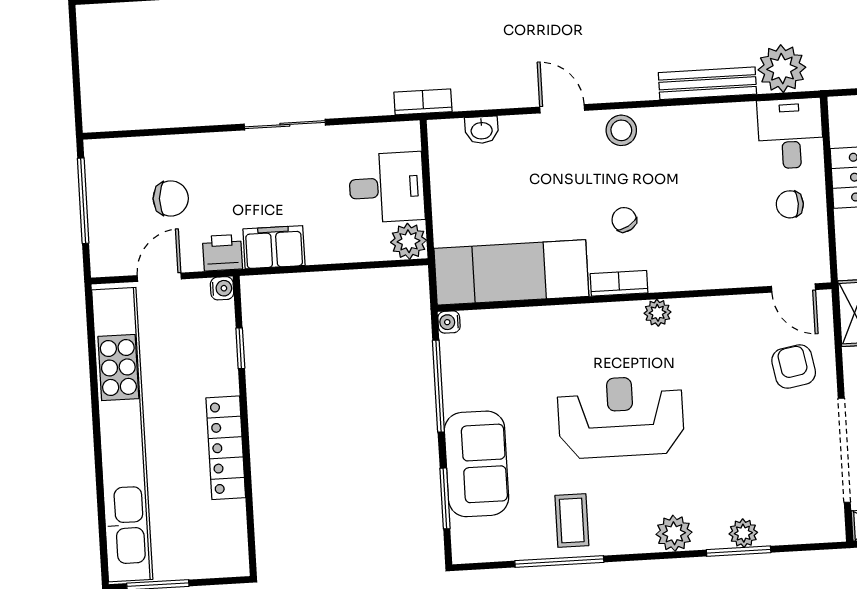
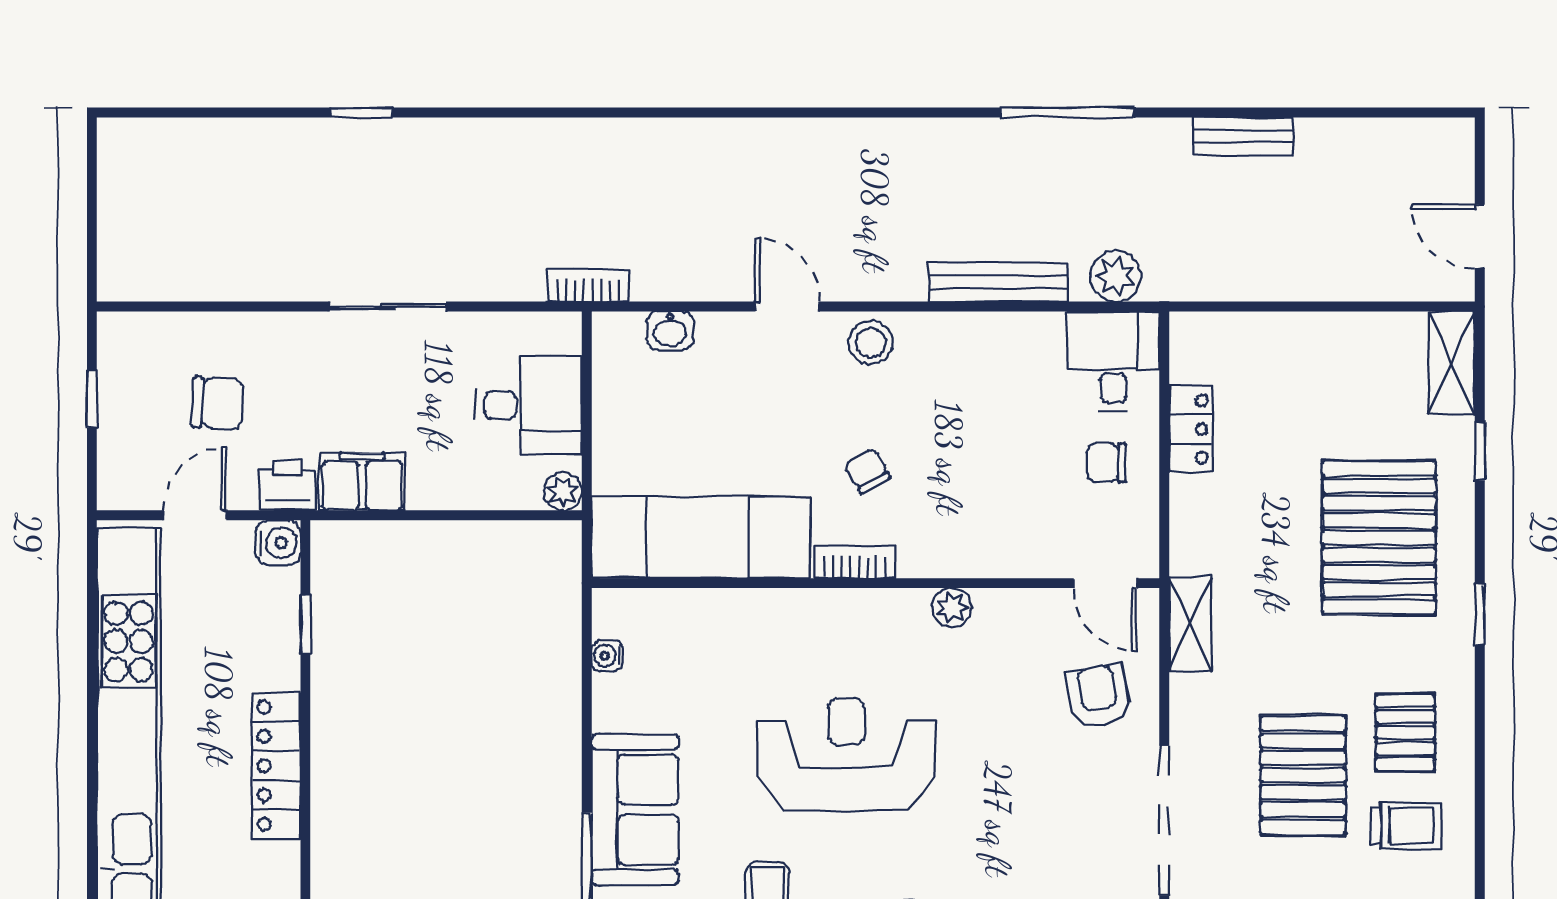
plant: (782, 69) -> (1116, 276), width x0.73, depth x0.73
window: (83, 201) -> (92, 399), width x0.46
plant: (409, 241) -> (563, 491), width x0.73, depth x0.73
water cooler: (222, 288) -> (278, 543), width x1.38, depth x1.38
plant: (658, 313) -> (952, 608), moved
water cooler: (449, 322) -> (607, 656), moved
window: (438, 386) -> (587, 695), removed

